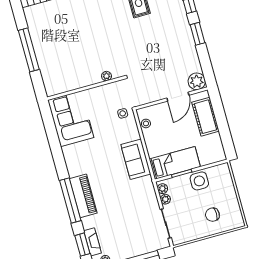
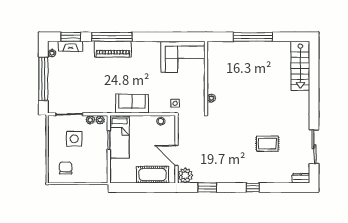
window: (197, 34) -> (207, 187), moved
side table: (199, 181) -> (74, 139), moved
chair: (212, 215) -> (66, 168), moved

